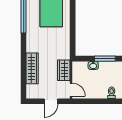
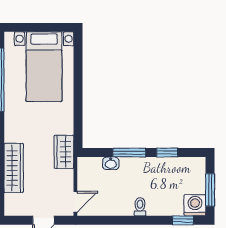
wardrobe: (64, 70) -> (64, 152), moved
door: (71, 90) -> (75, 202), hinge flipped

